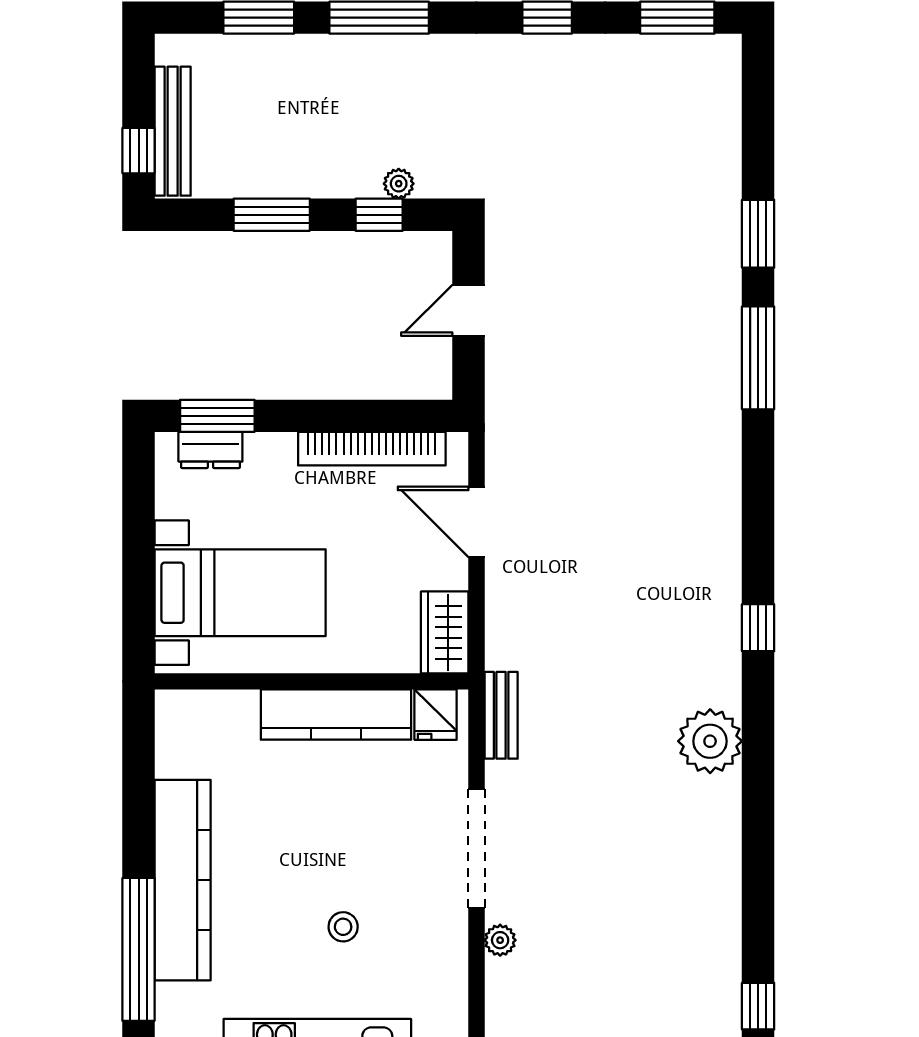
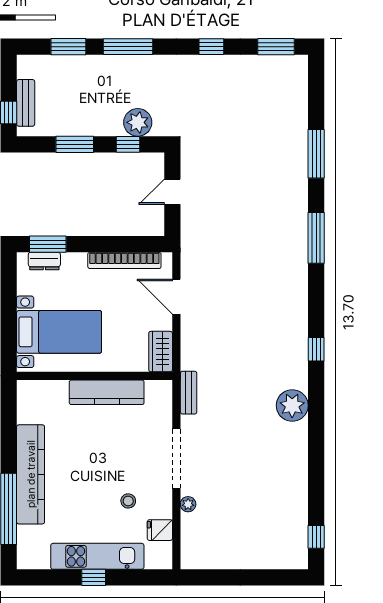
bench: (173, 131) -> (26, 103), width x0.73
plant: (399, 184) -> (138, 122), width x1.88, depth x1.88
window: (758, 234) -> (316, 154), width x1.44
window: (758, 358) -> (316, 238), moved
fridge: (436, 715) -> (160, 530), moved, turned 90
stool: (343, 927) -> (128, 501), moved

